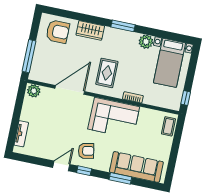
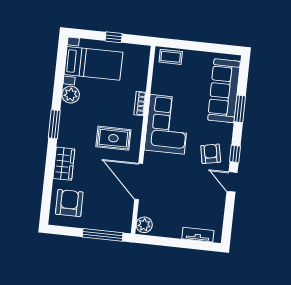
window: (186, 98) -> (114, 37), moved

